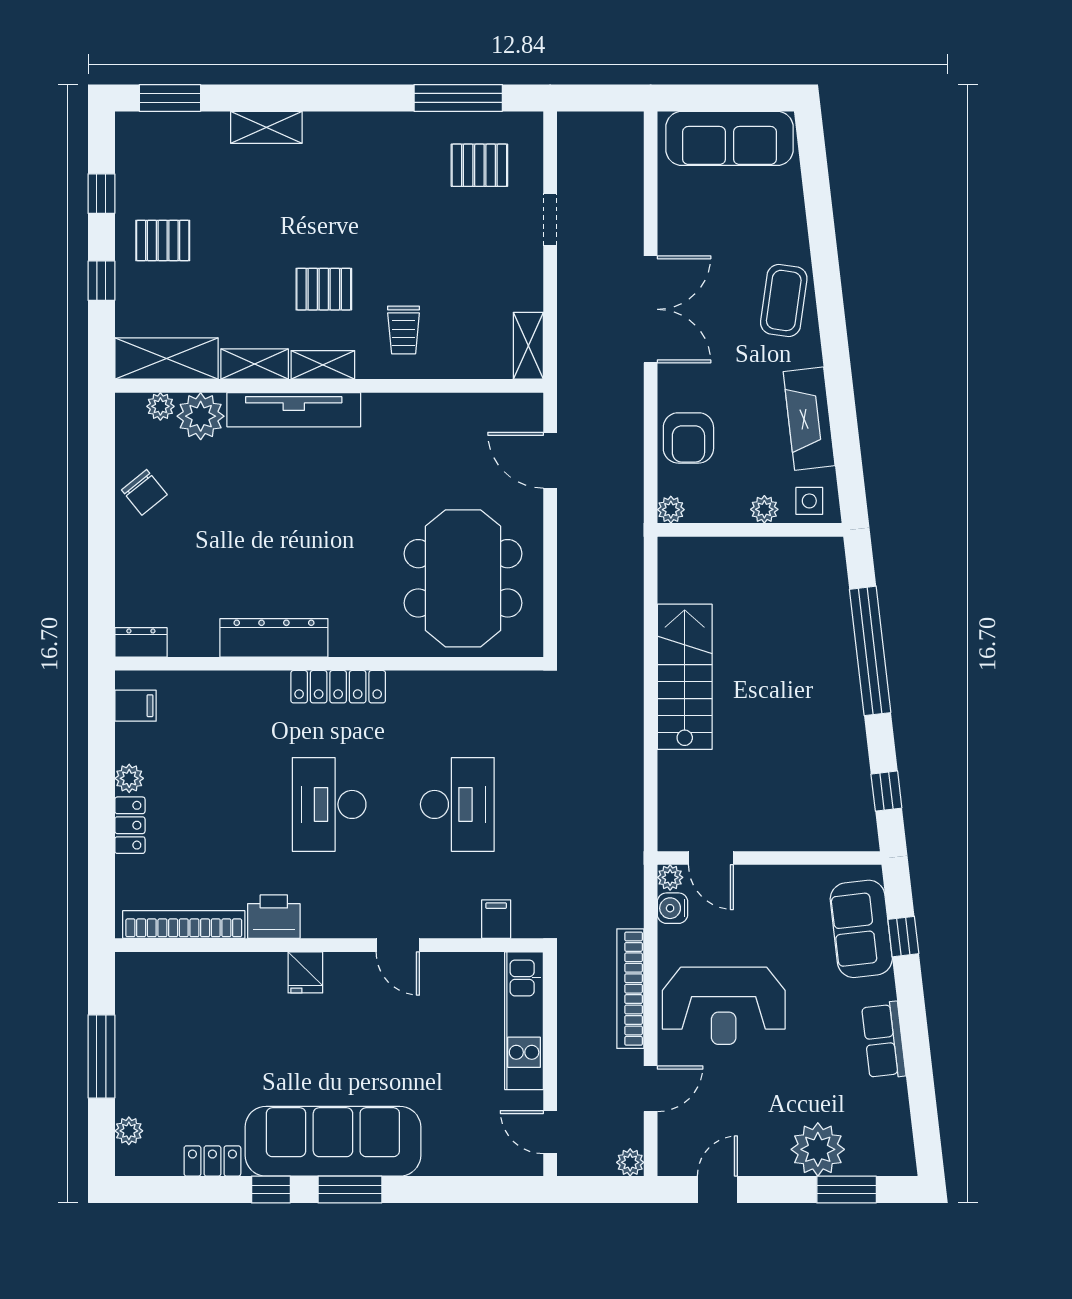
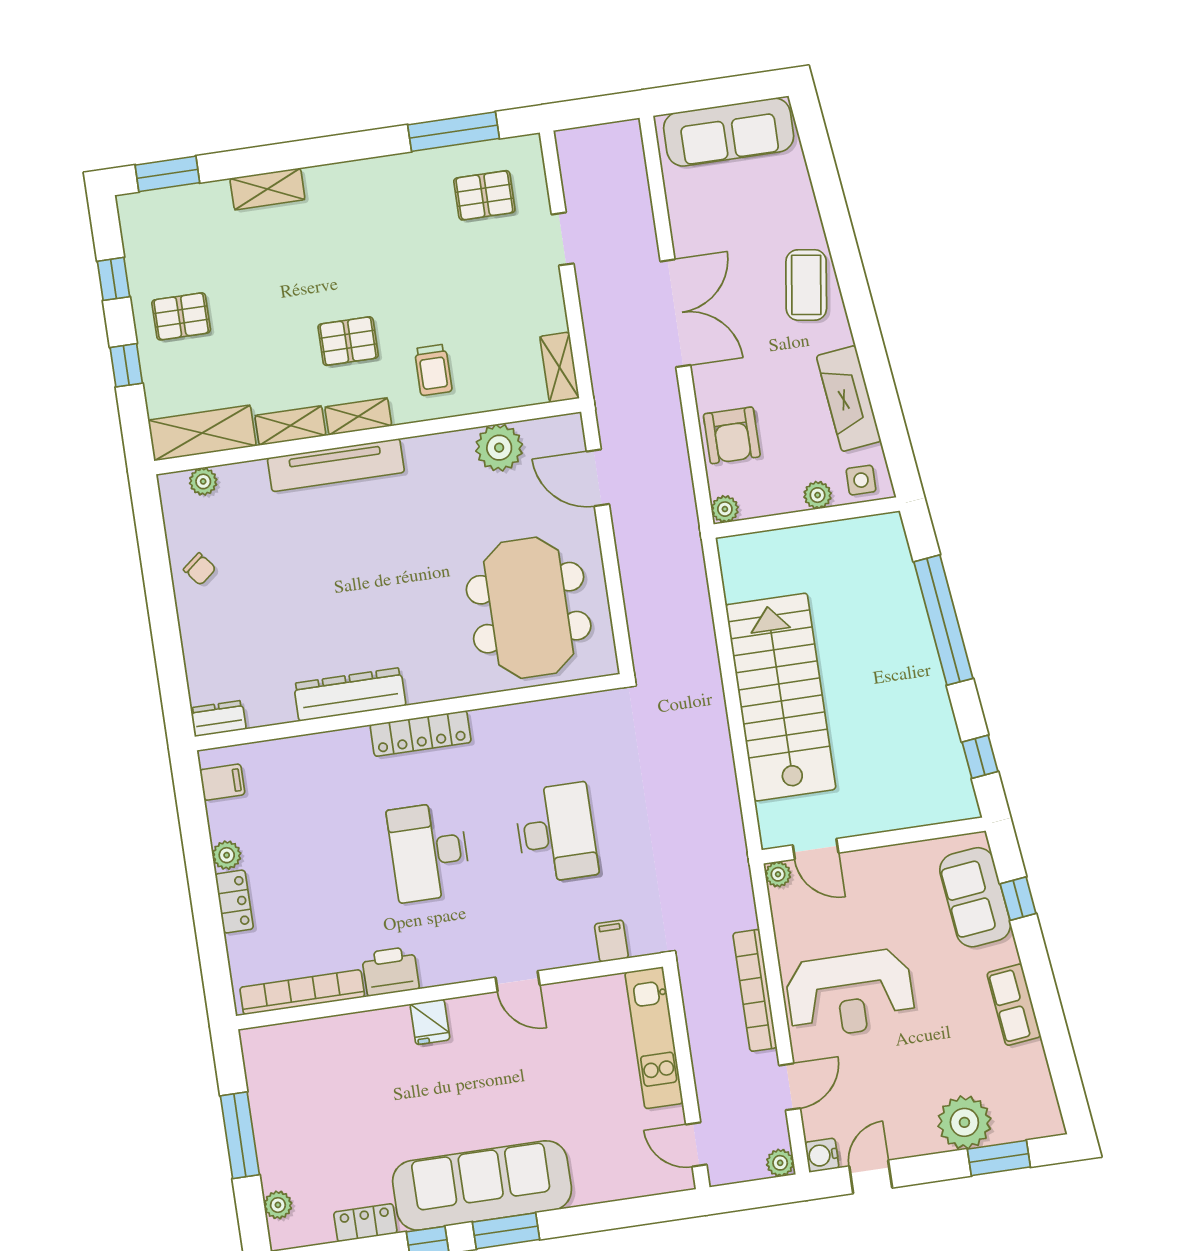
plant: (201, 416) -> (499, 448), moved
chair: (144, 492) -> (200, 569), width x0.73, depth x0.73
stairs: (685, 677) -> (781, 697), width x1.36, depth x1.51
water cooler: (673, 908) -> (822, 1155), moved

